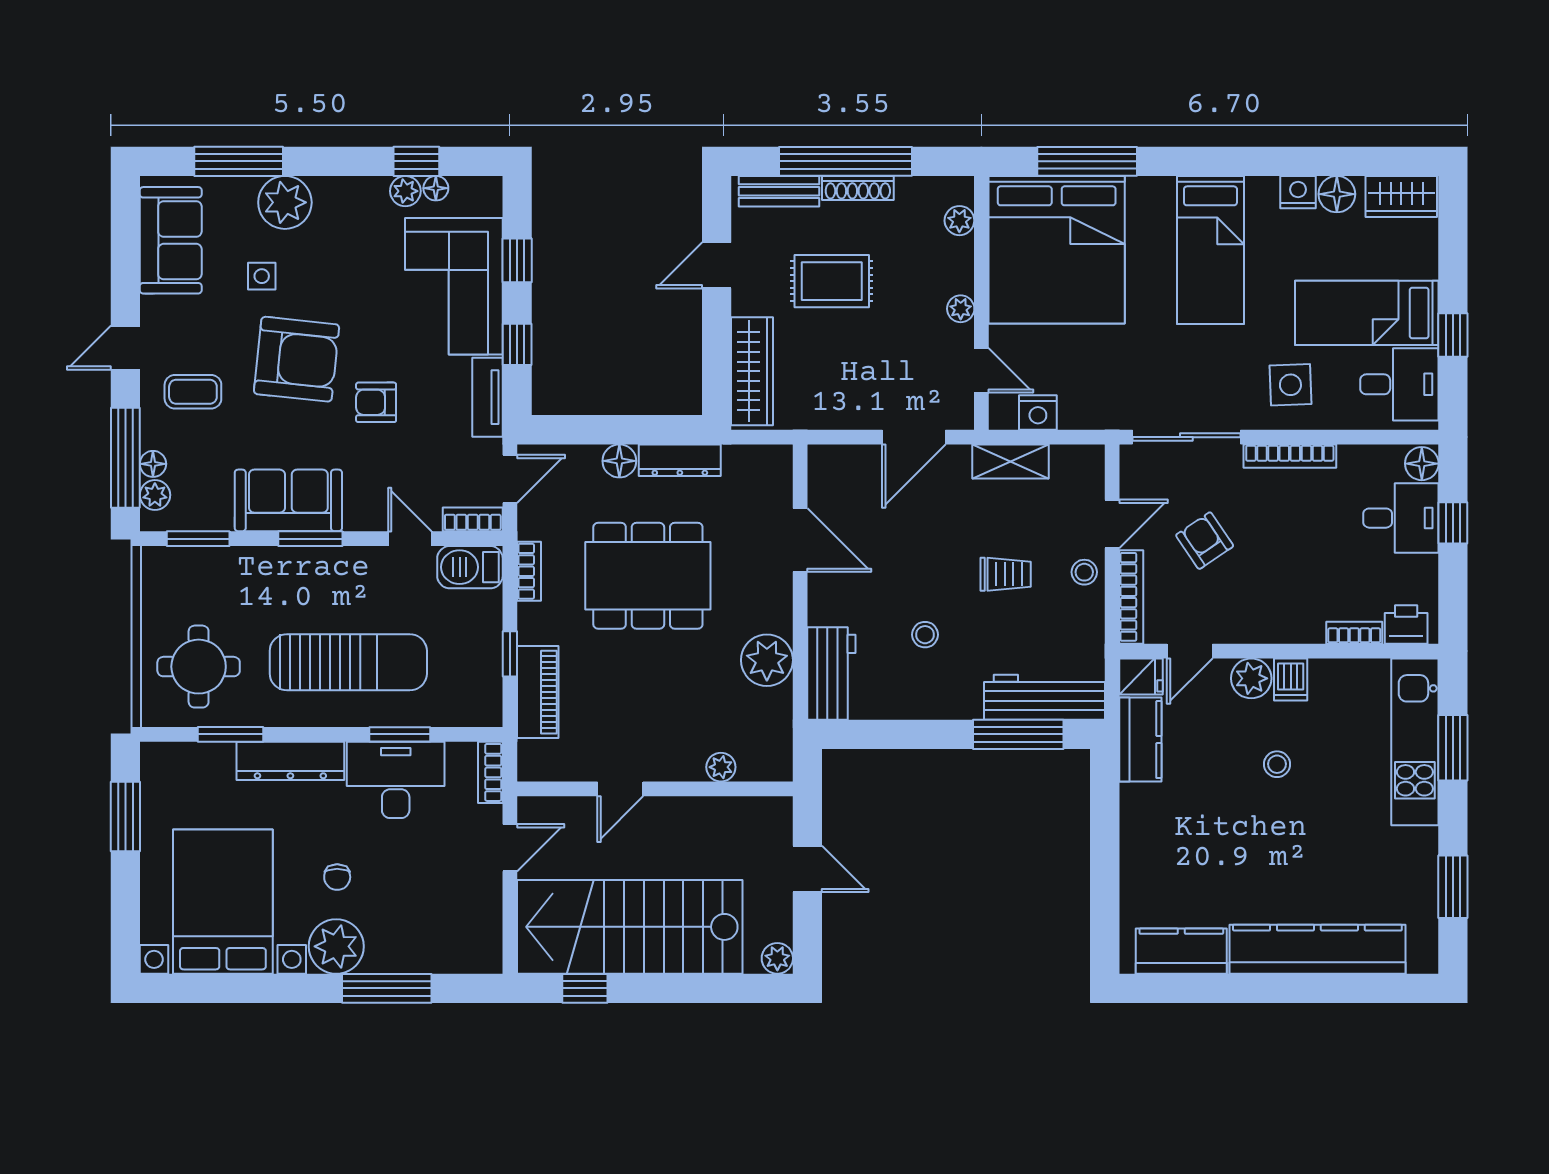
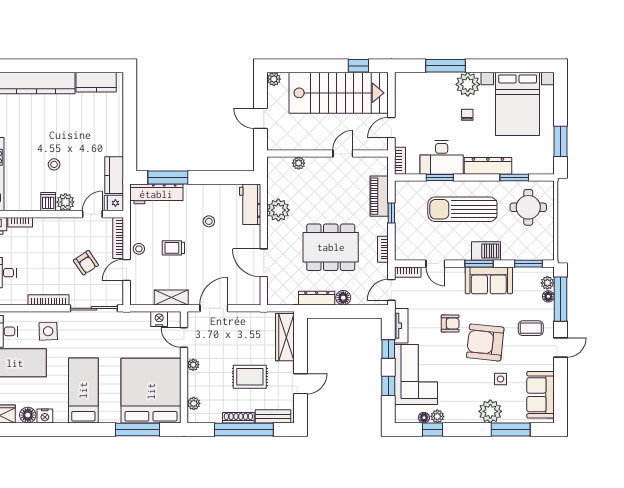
barbecue: (470, 567) -> (486, 251), moved

